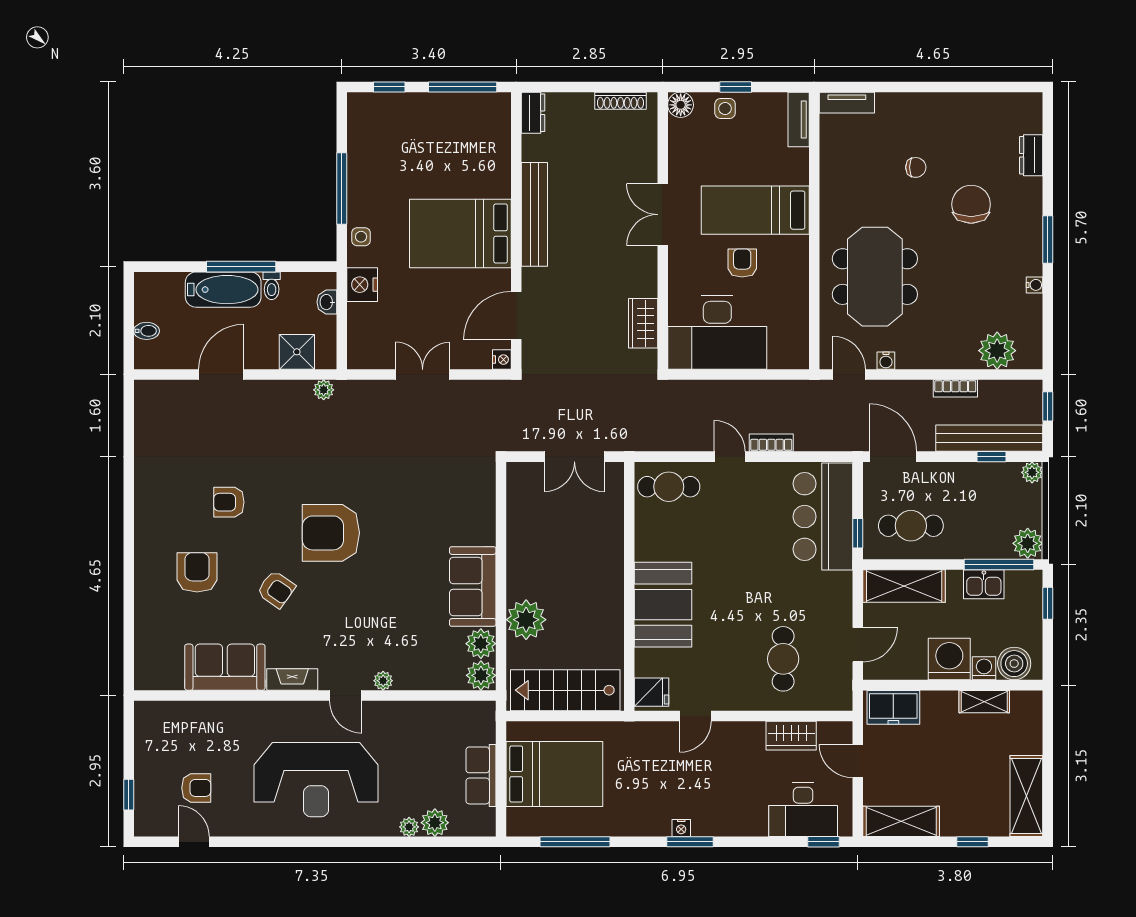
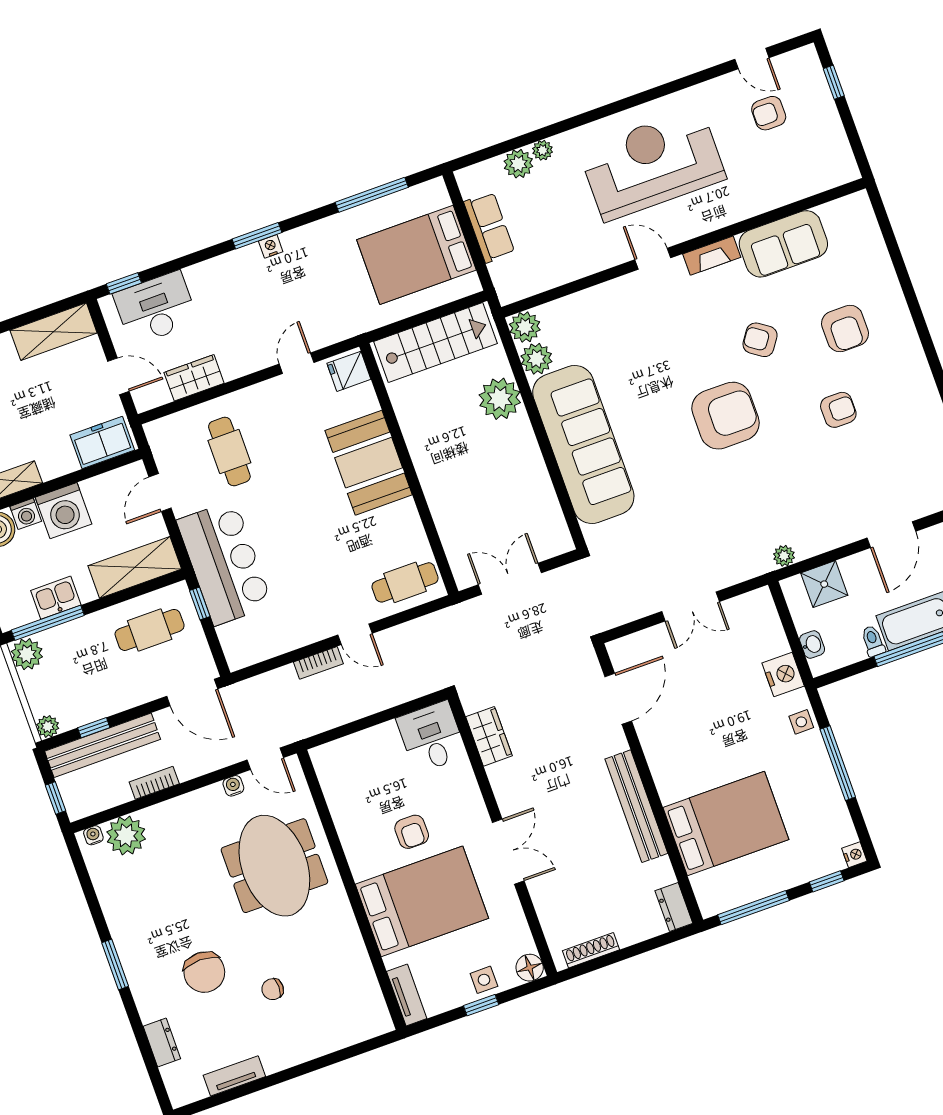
tv unit: (847, 103) -> (234, 1076), moved
bed: (755, 210) -> (422, 901), width x1.50
bed: (460, 233) -> (726, 823), moved
water cooler: (1035, 285) -> (93, 835), moved, turned 90
desk: (717, 332) -> (432, 737), width x0.53, depth x0.77
nightstand: (502, 360) -> (854, 855), moved, turned 180
bar counter: (823, 517) -> (224, 563), moved
sofa: (473, 586) -> (583, 444), width x1.85, depth x1.27
plant: (383, 681) -> (621, 287), removed

